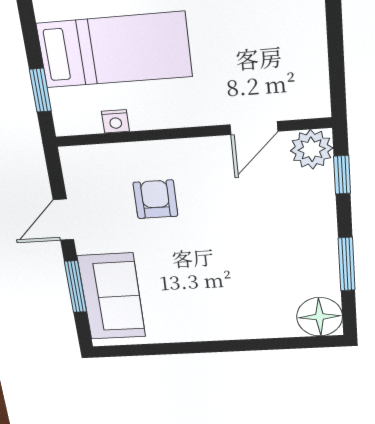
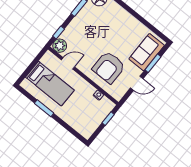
bed: (115, 50) -> (50, 84), moved, turned 180
armchair: (156, 199) -> (109, 67), width x1.88, depth x1.88

